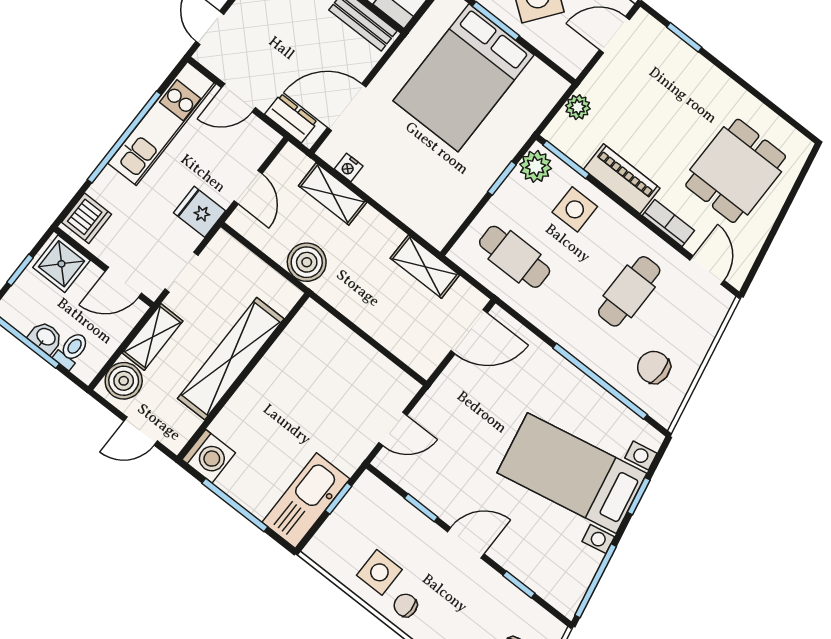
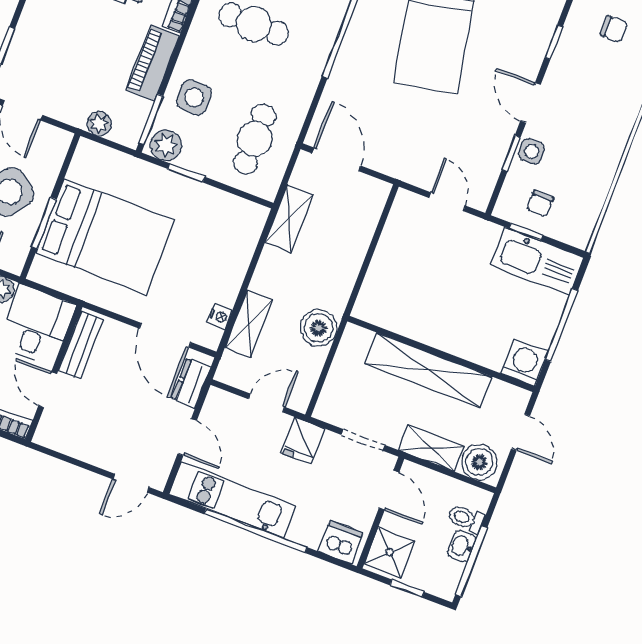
side table: (379, 572) -> (531, 151), moved, width x0.73, depth x0.73
chair: (406, 605) -> (540, 204), moved

